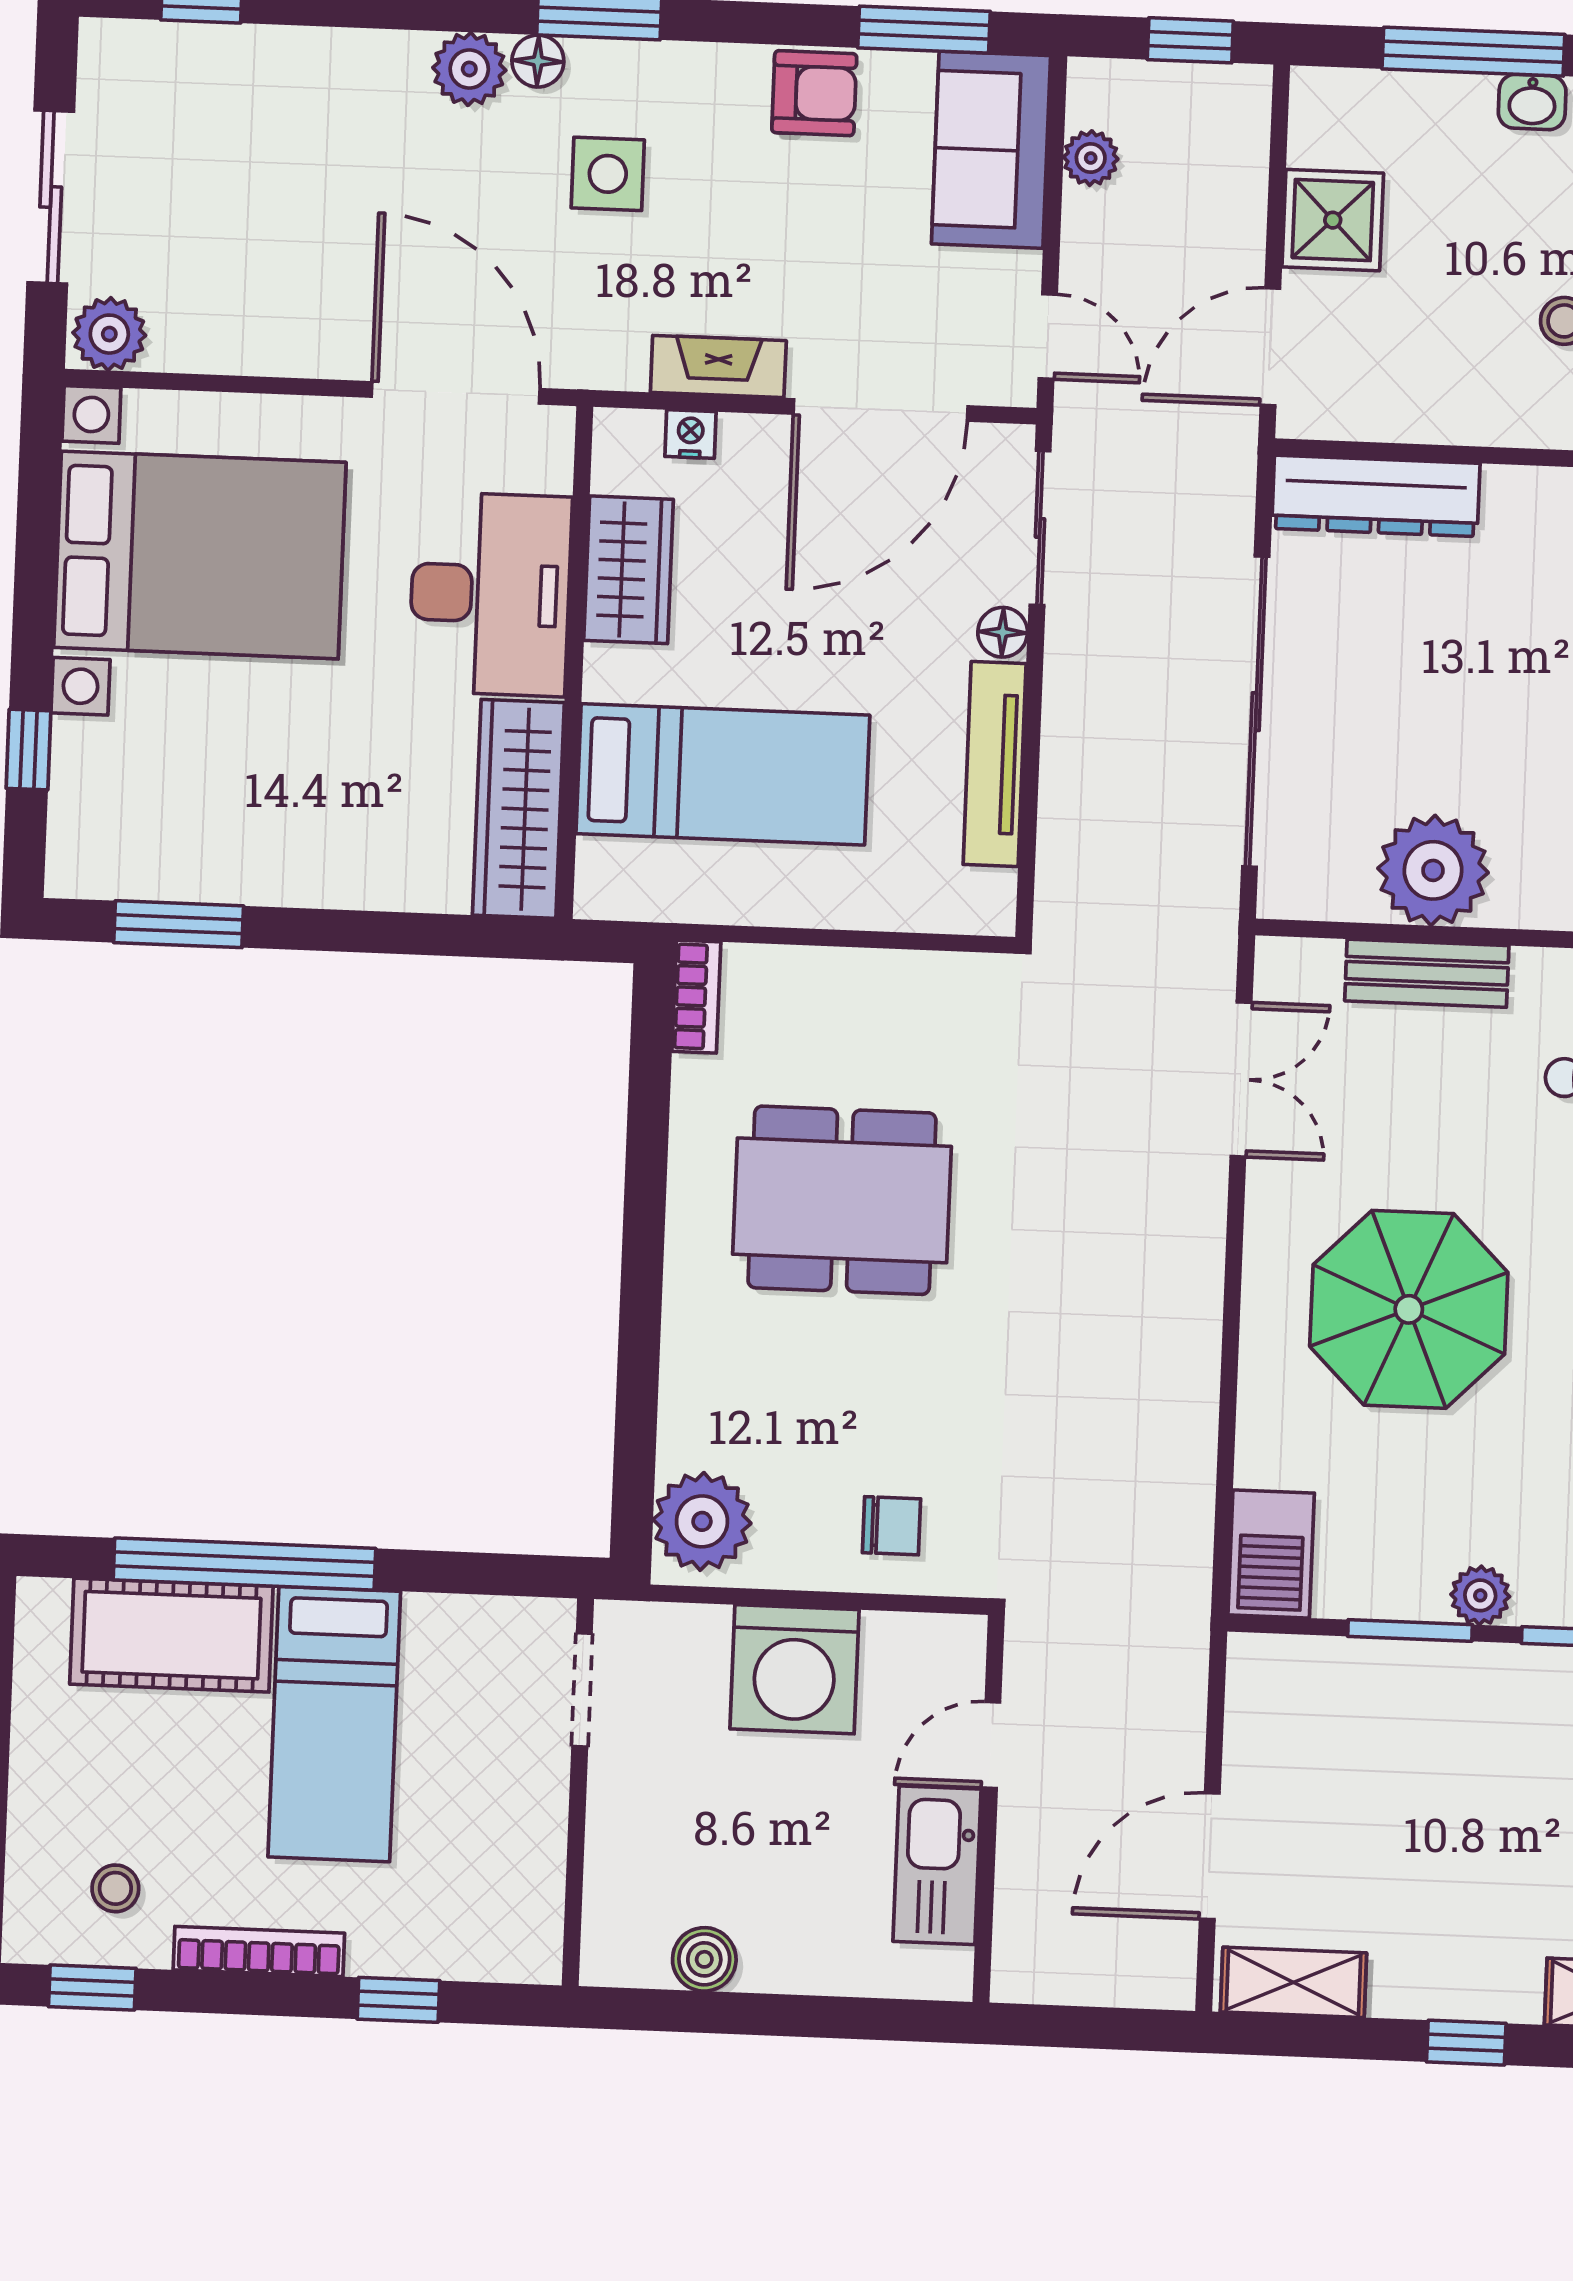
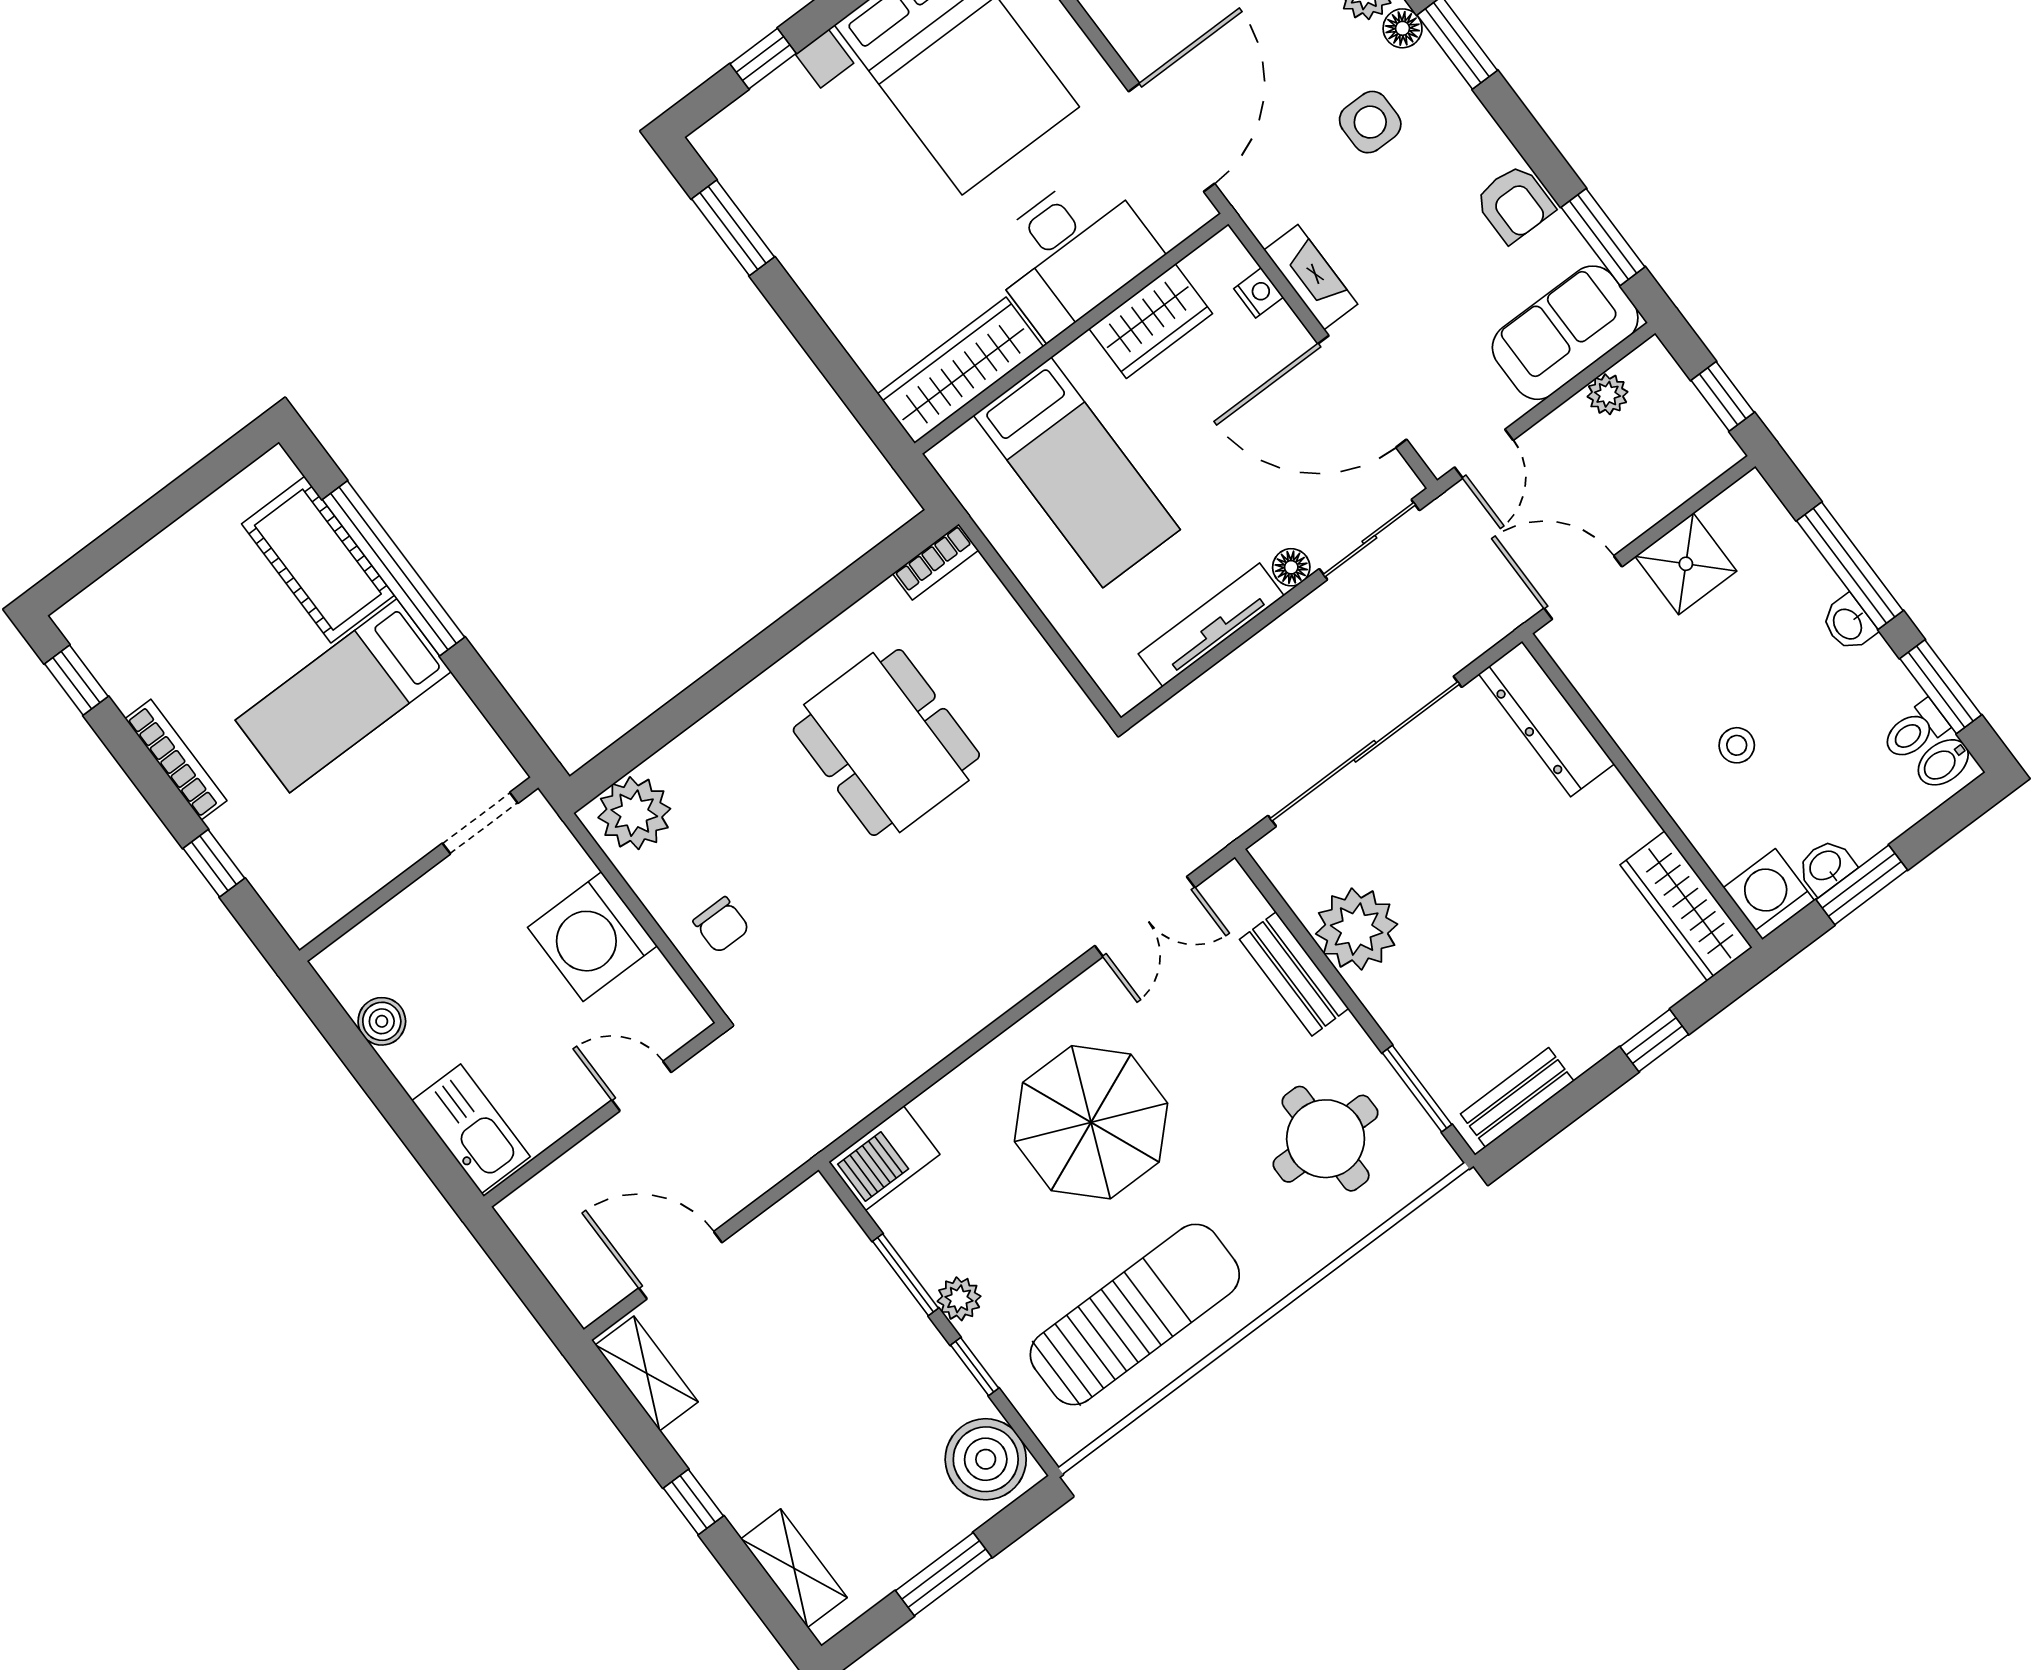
kitchen sink: (937, 1865) -> (471, 1129), moved, turned 90
stool: (115, 1888) -> (145, 647), removed

